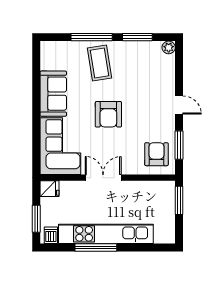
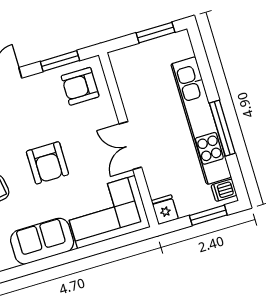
armchair: (108, 114) -> (47, 163), turned 90
window: (179, 200) -> (155, 33), moved

